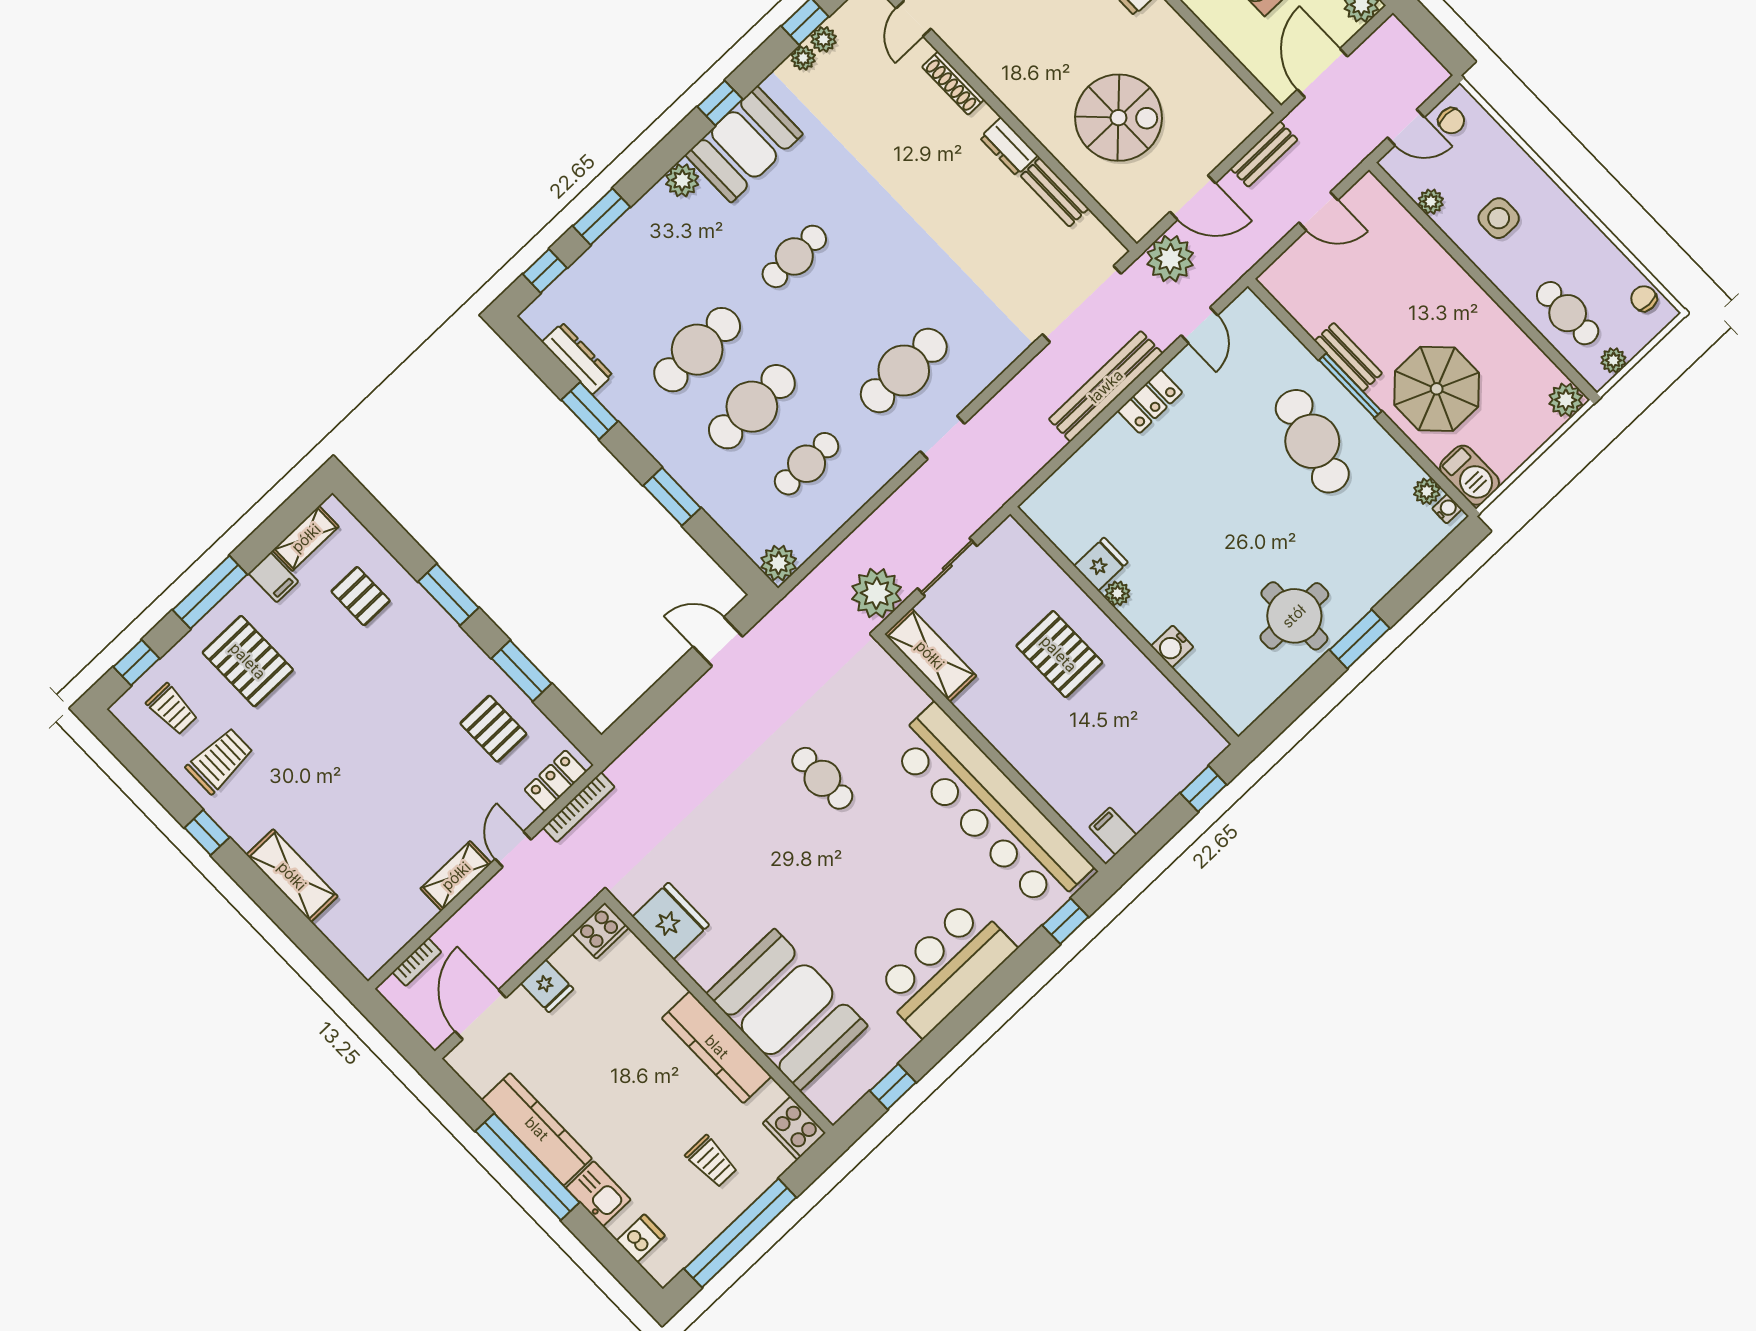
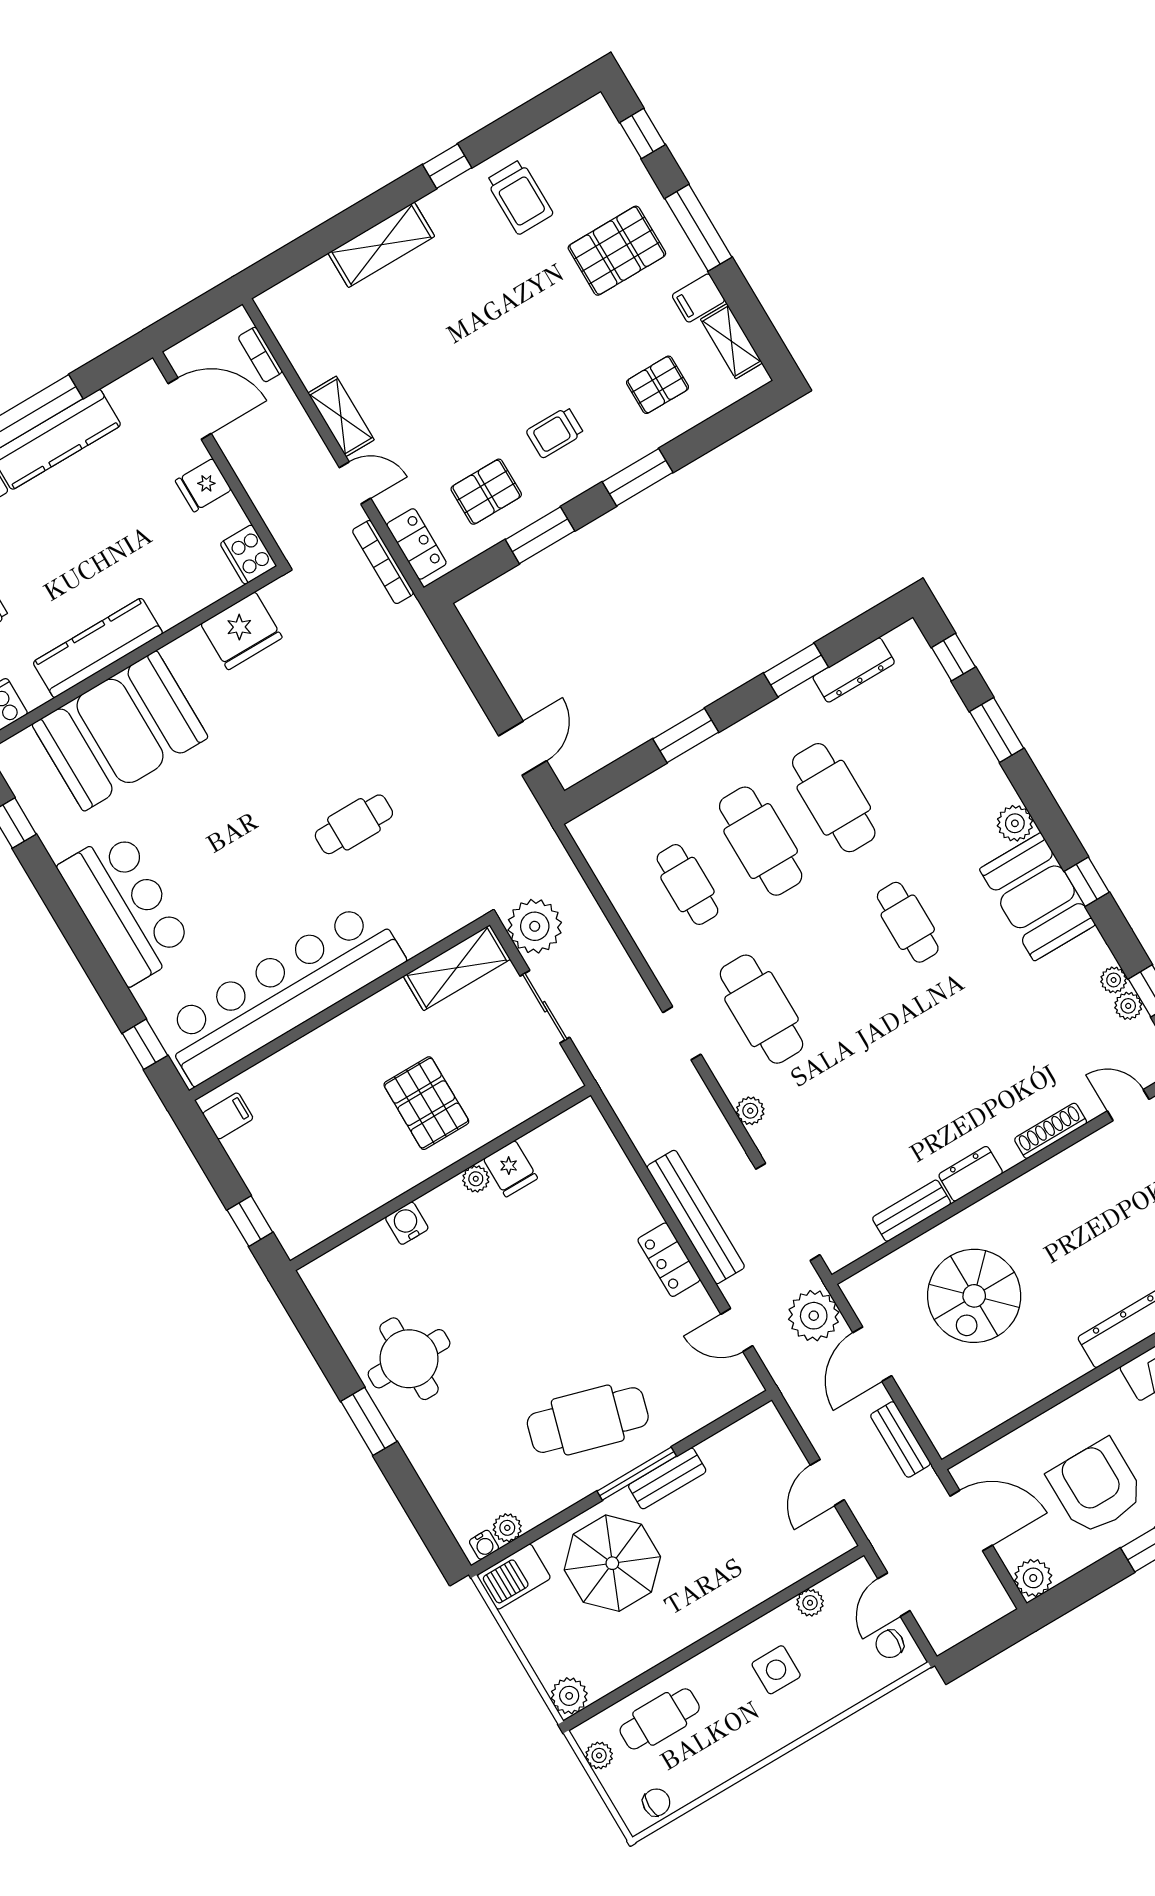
plant: (779, 563) -> (750, 1111), moved, width x0.73, depth x0.73
pallet: (1059, 654) -> (426, 1103), turned 90
trolley: (172, 709) -> (555, 432), moved

